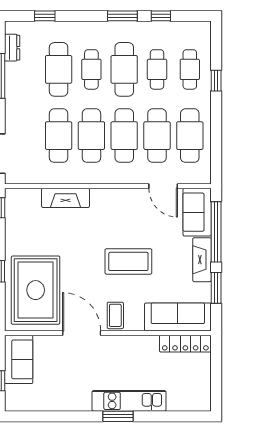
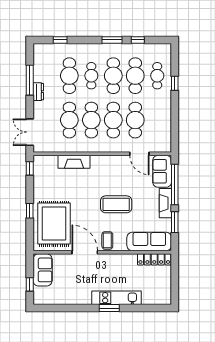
dresser: (12, 48) -> (38, 92), moved
cafe table: (157, 69) -> (135, 76), width x1.37, depth x1.35
cafe table: (190, 136) -> (157, 120), removed

